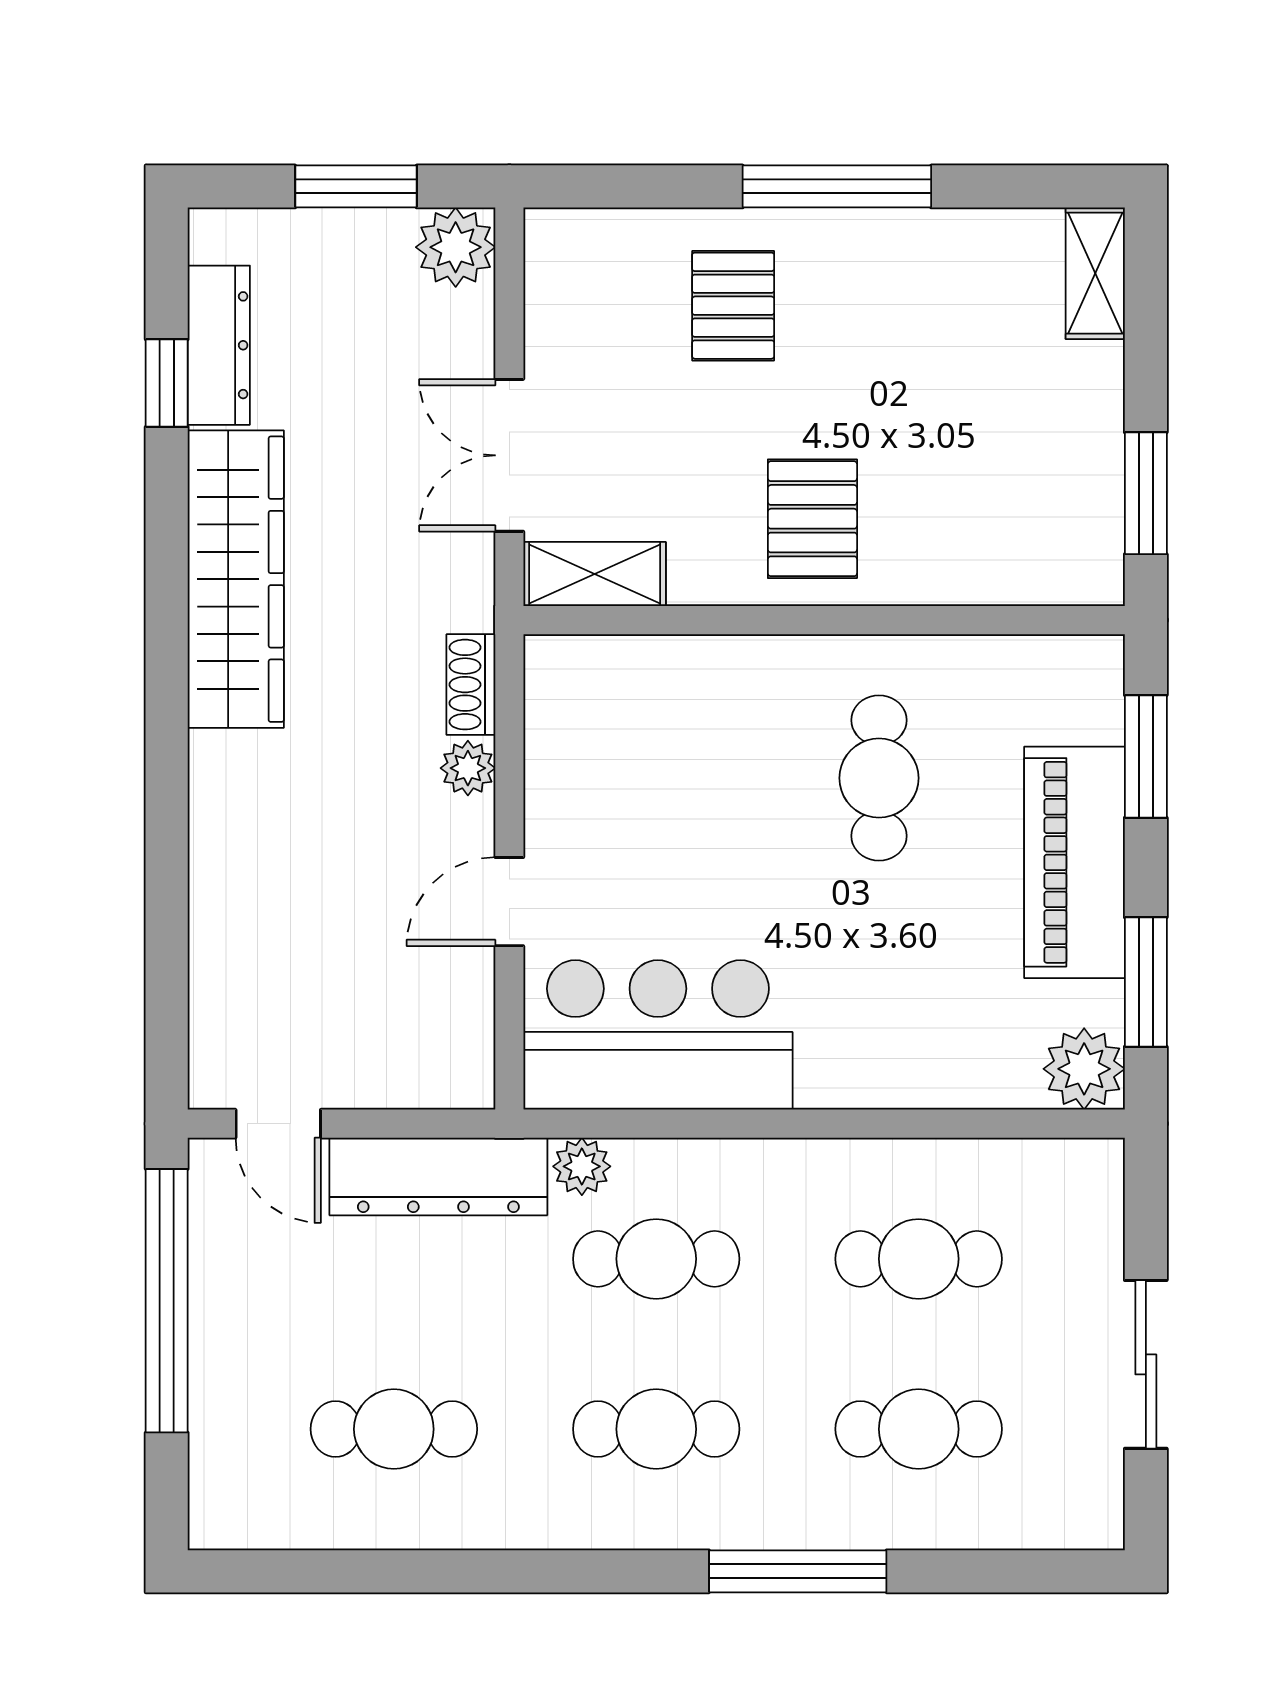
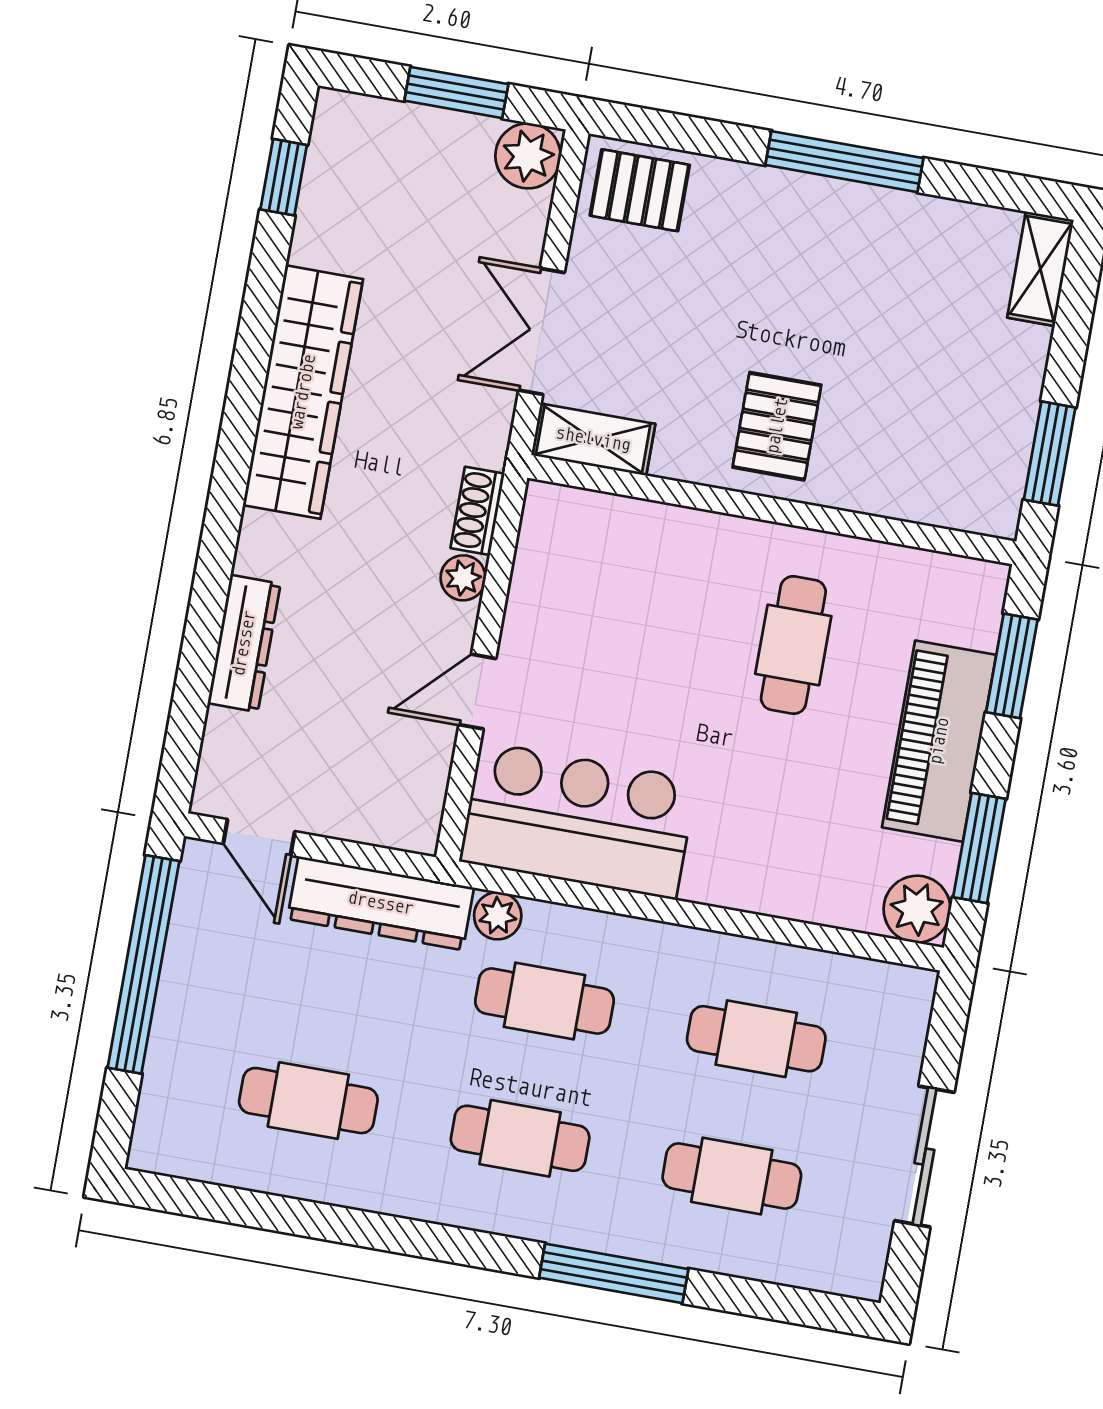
pallet: (733, 306) -> (640, 190), moved, turned 90
dresser: (219, 345) -> (244, 643), moved
window: (167, 383) -> (284, 177), moved

